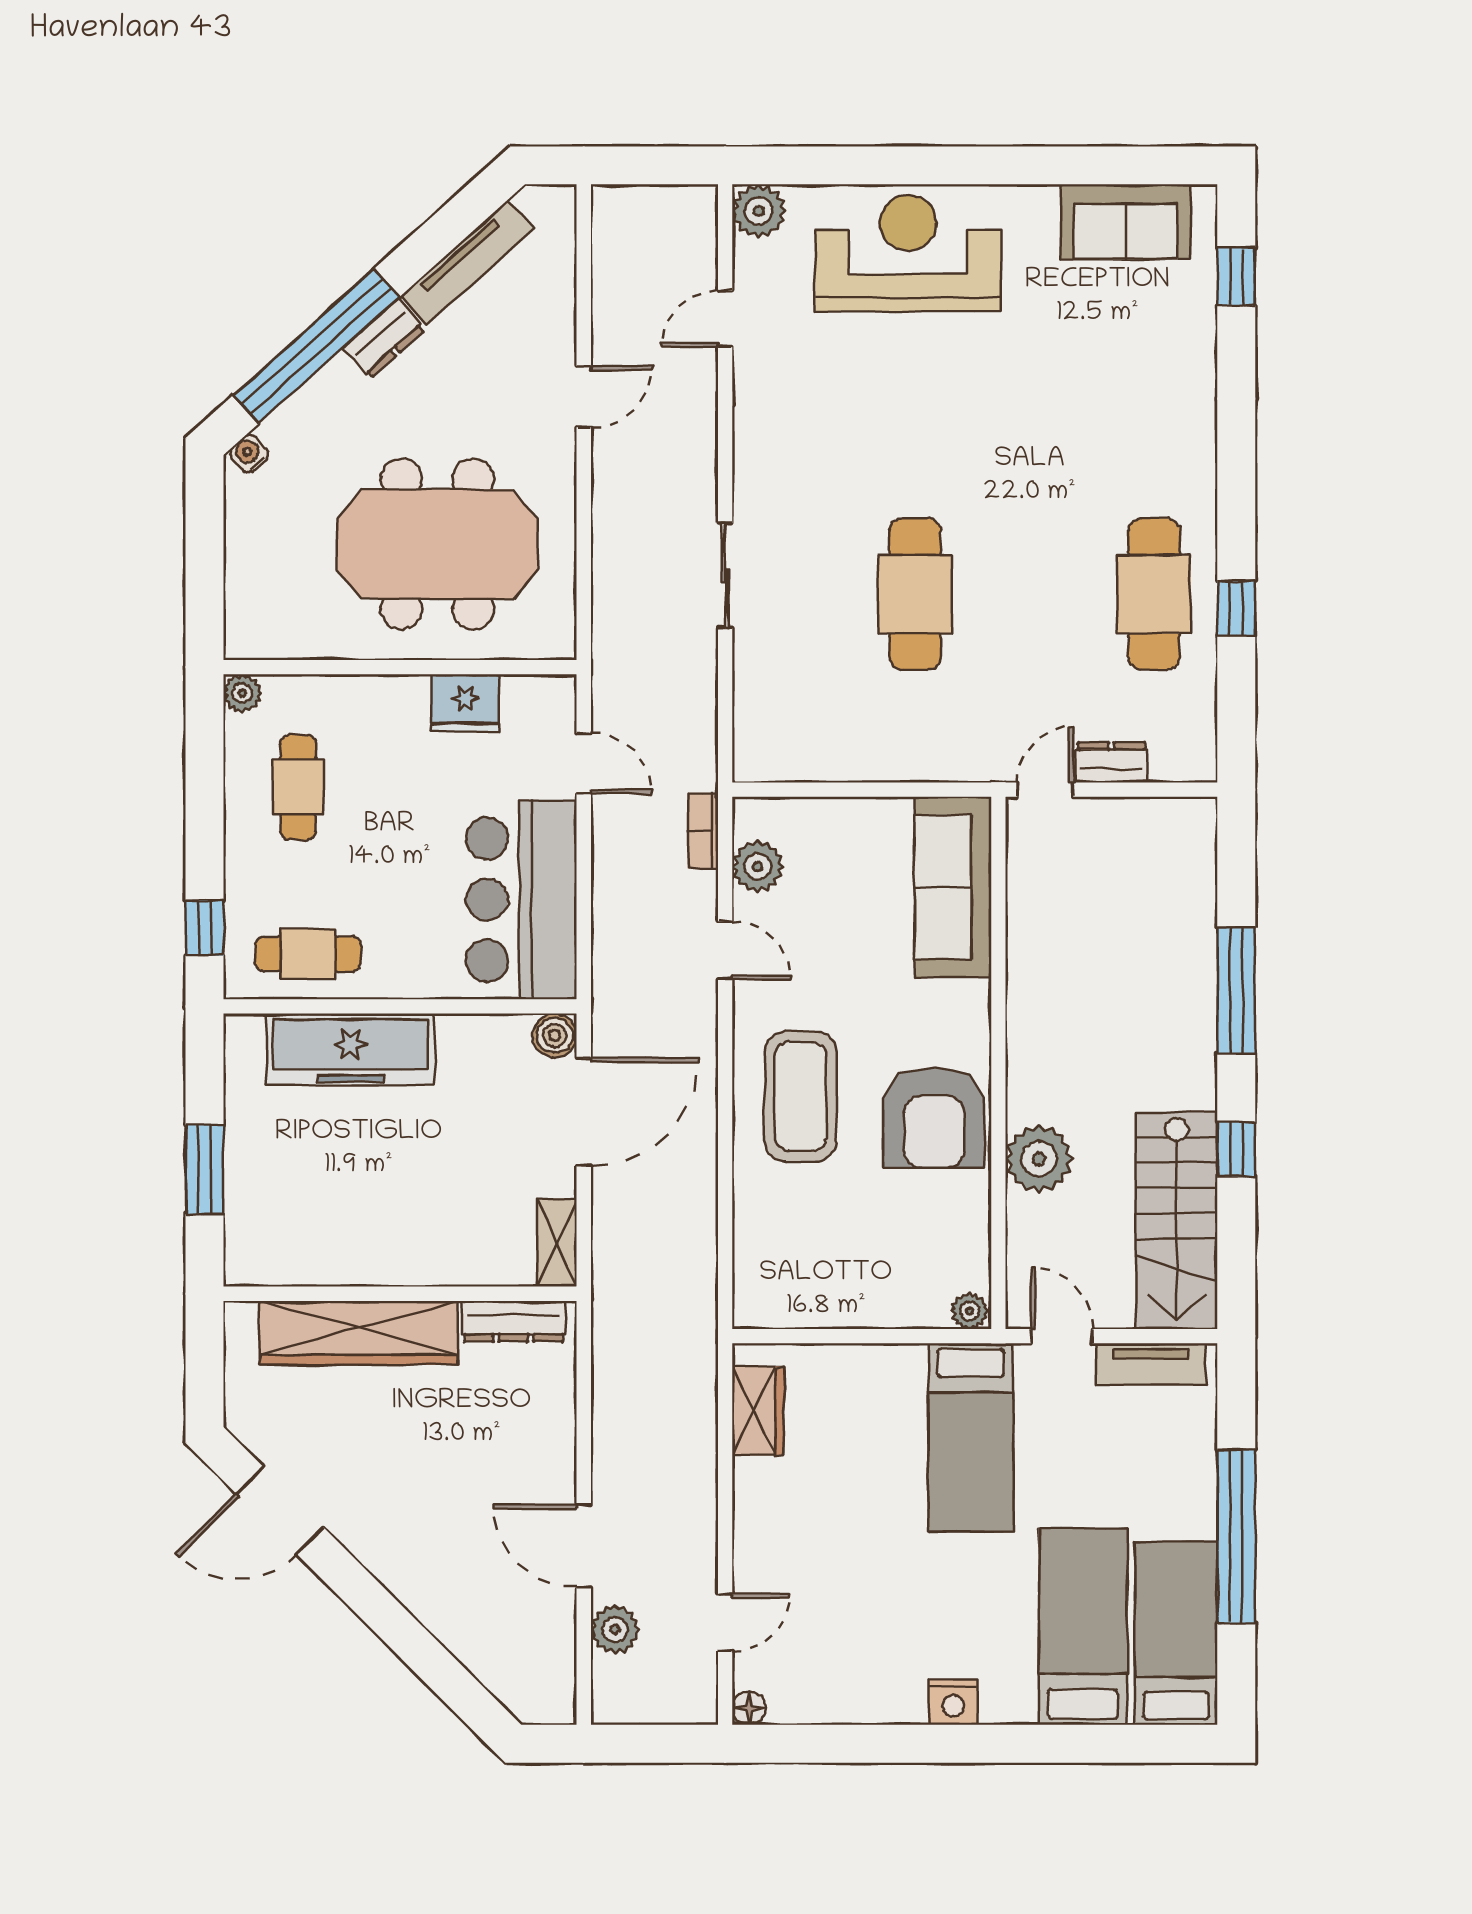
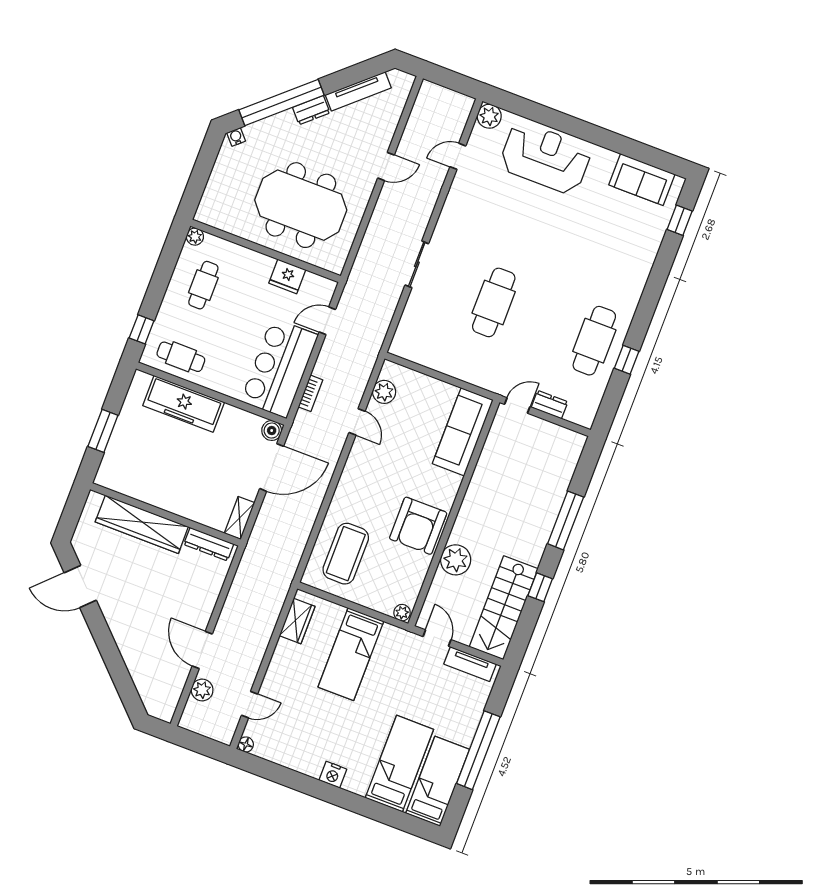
door: (584, 763) -> (327, 321), swing flipped
bookcase: (703, 831) -> (310, 393), moved, turned 180
coffee table: (800, 1096) -> (346, 554), moved
bed: (971, 1438) -> (351, 654), moved

